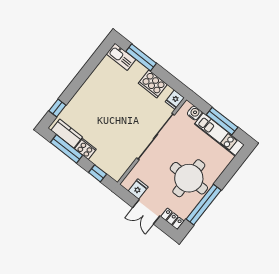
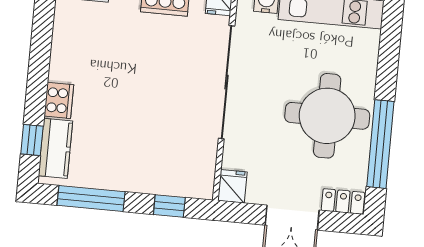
kitchen counter: (67, 134) -> (55, 148), moved, turned 90
cooker: (85, 149) -> (59, 100), moved, turned 90
fridge: (138, 189) -> (232, 186), moved

